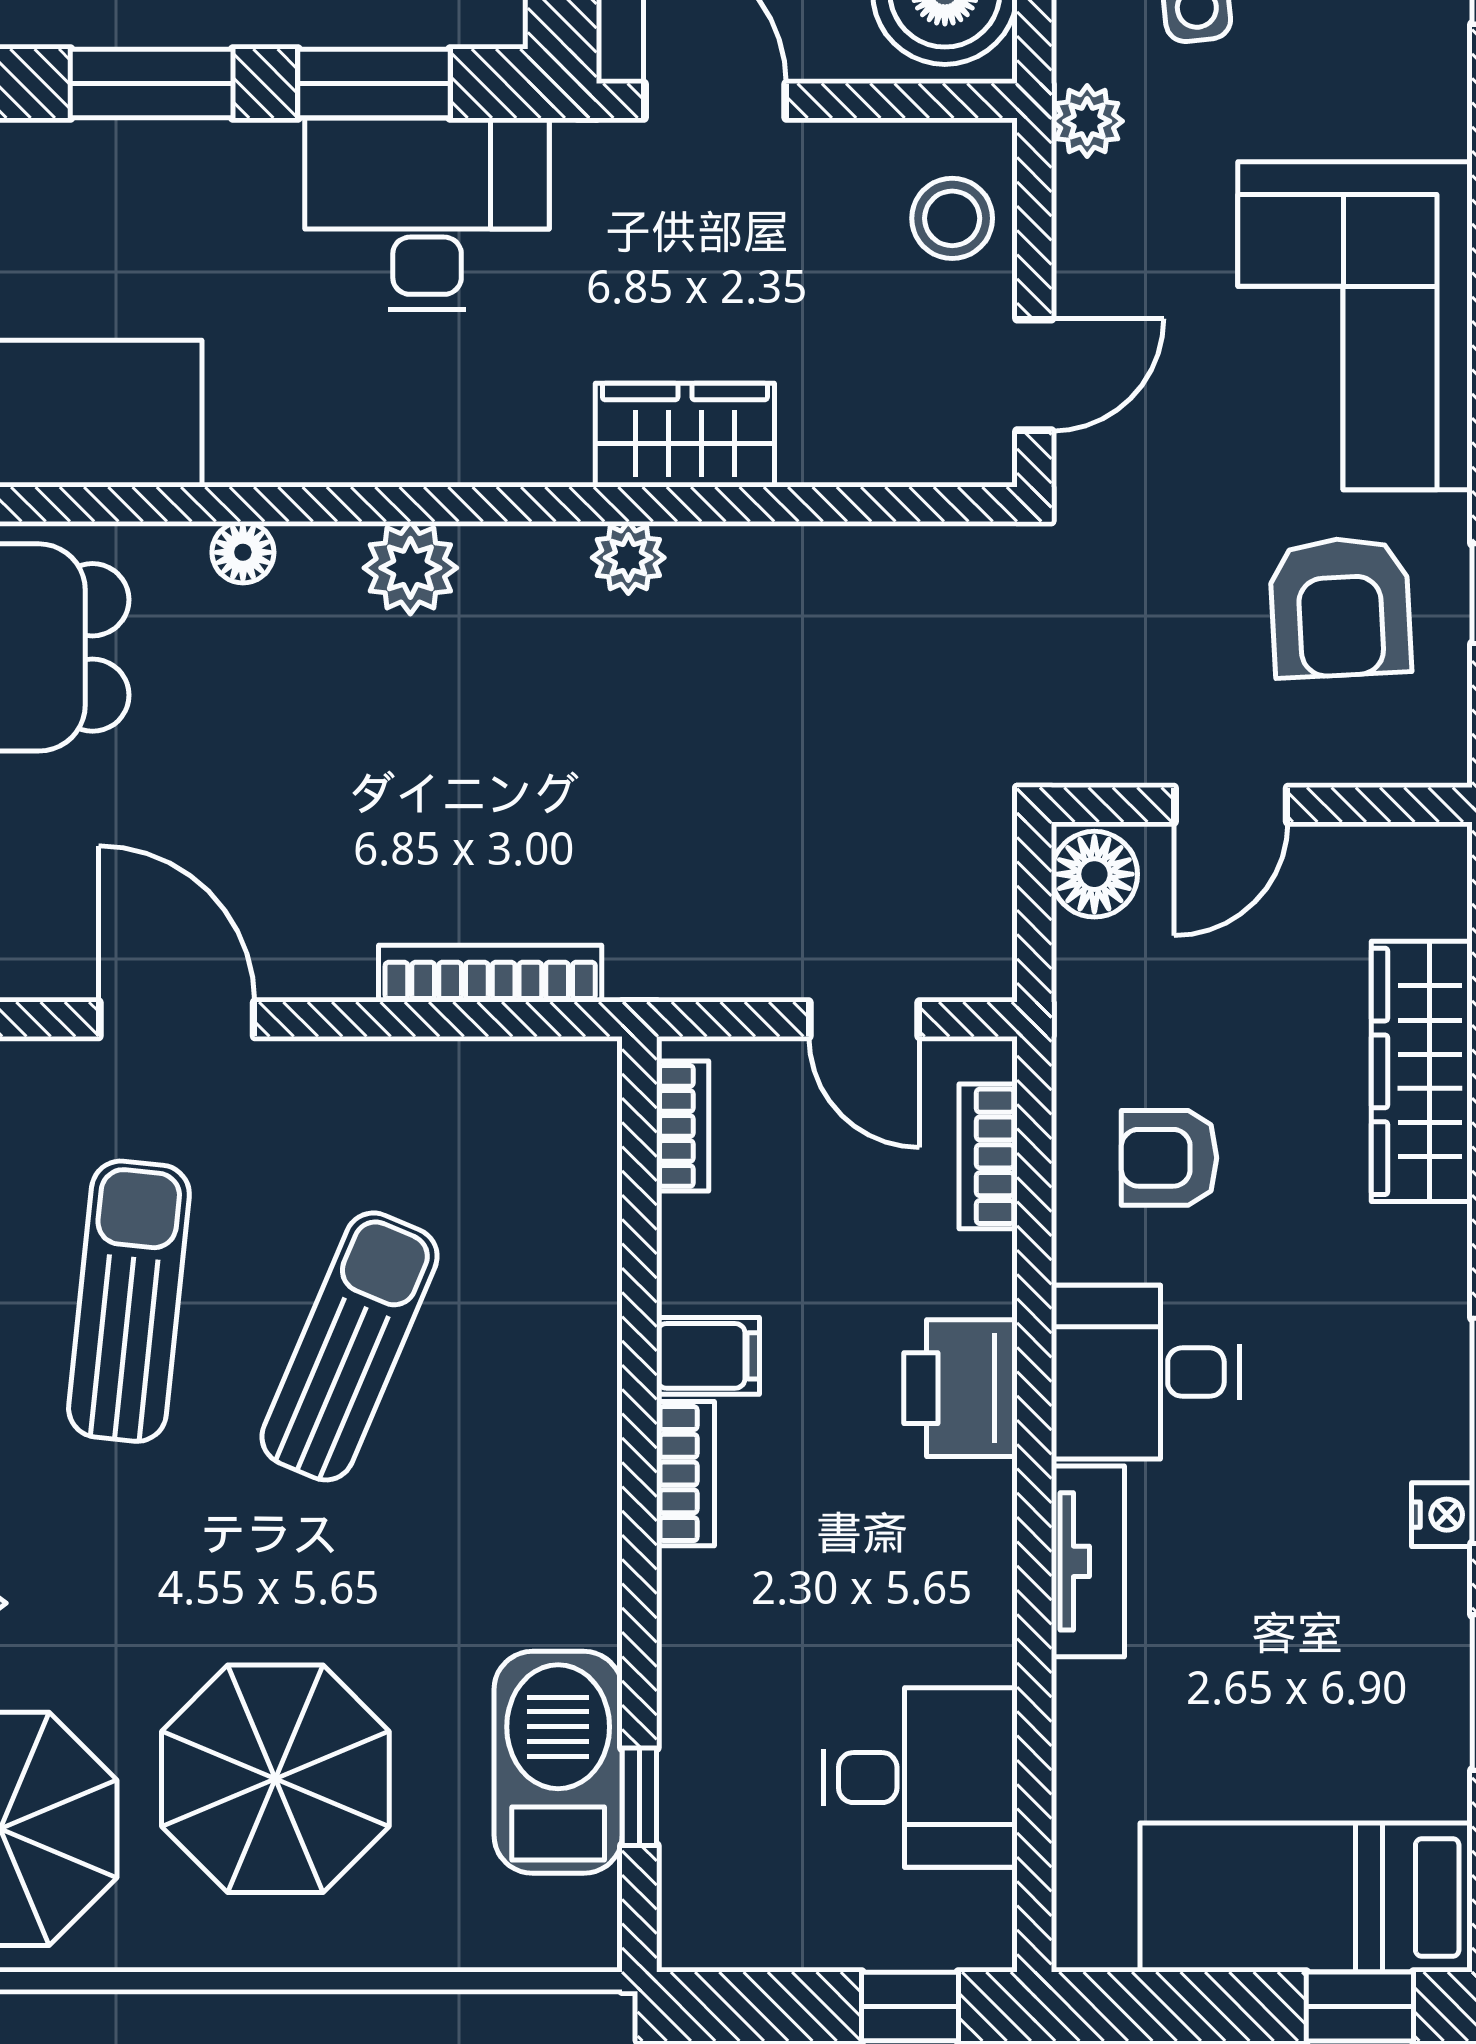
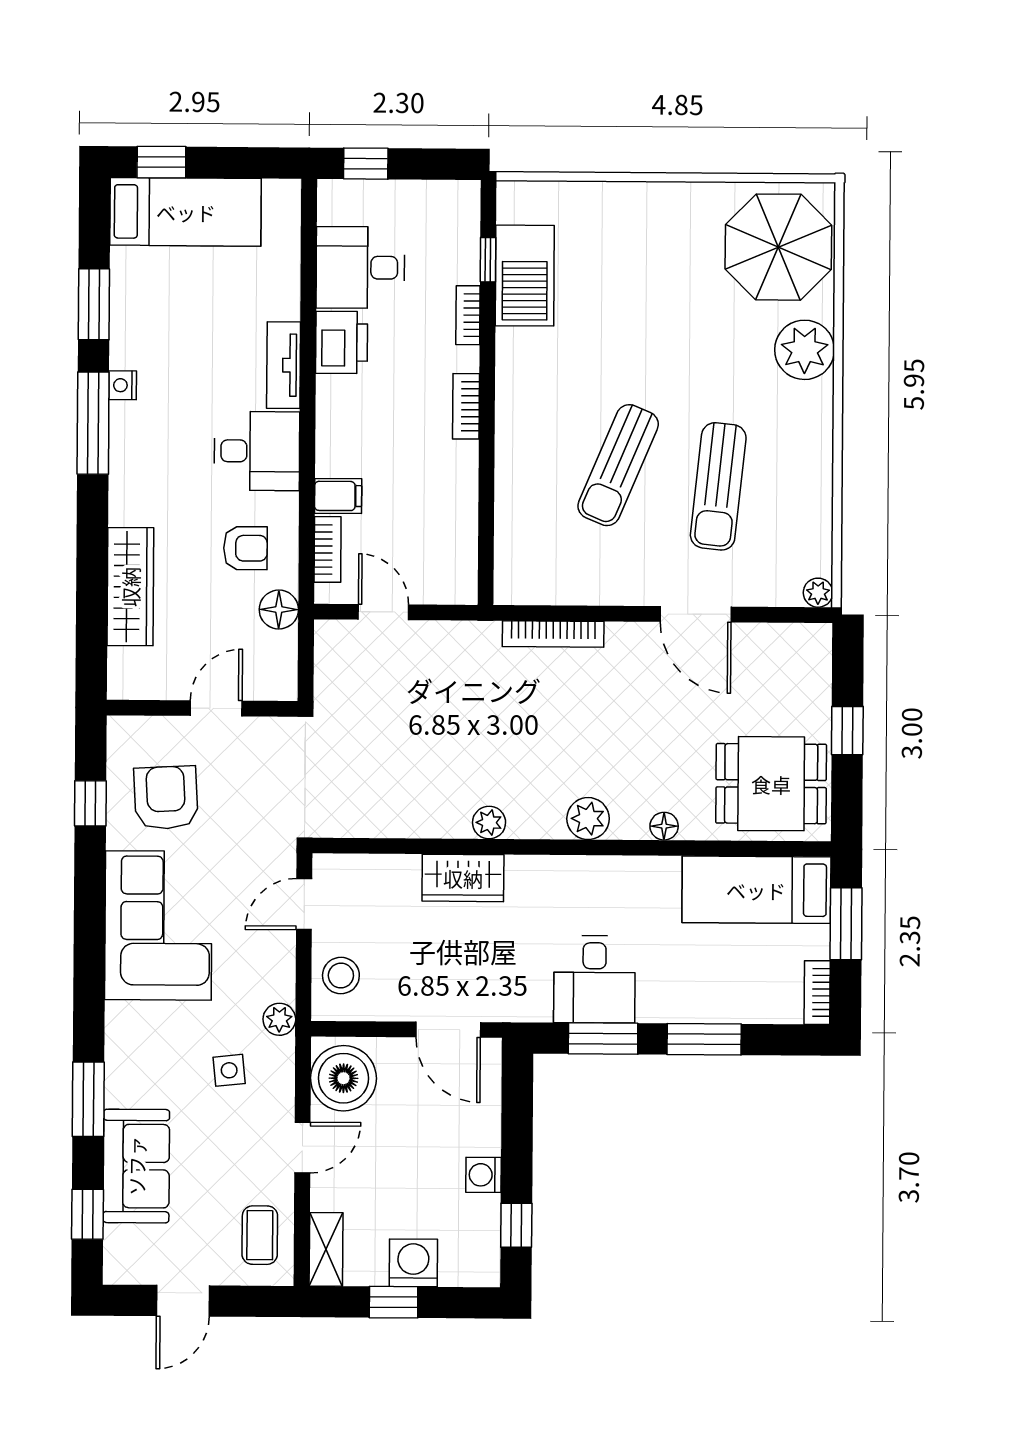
desk: (427, 214) -> (594, 979), width x0.73
floor lamp: (1094, 874) -> (279, 610), moved
bookcase: (683, 1126) -> (468, 315), moved
filing cabinet: (708, 1356) -> (338, 496), moved, turned 180
printer: (961, 1388) -> (342, 342), moved
parasol: (275, 1779) -> (653, 269), removed

